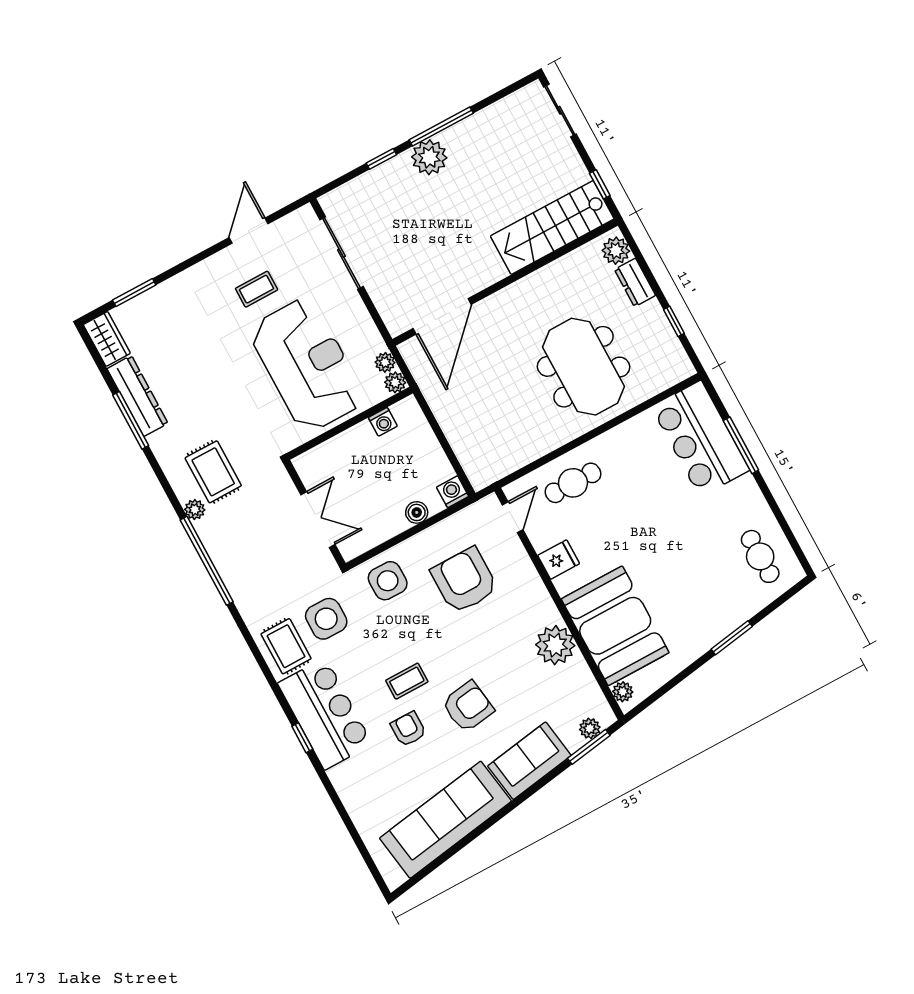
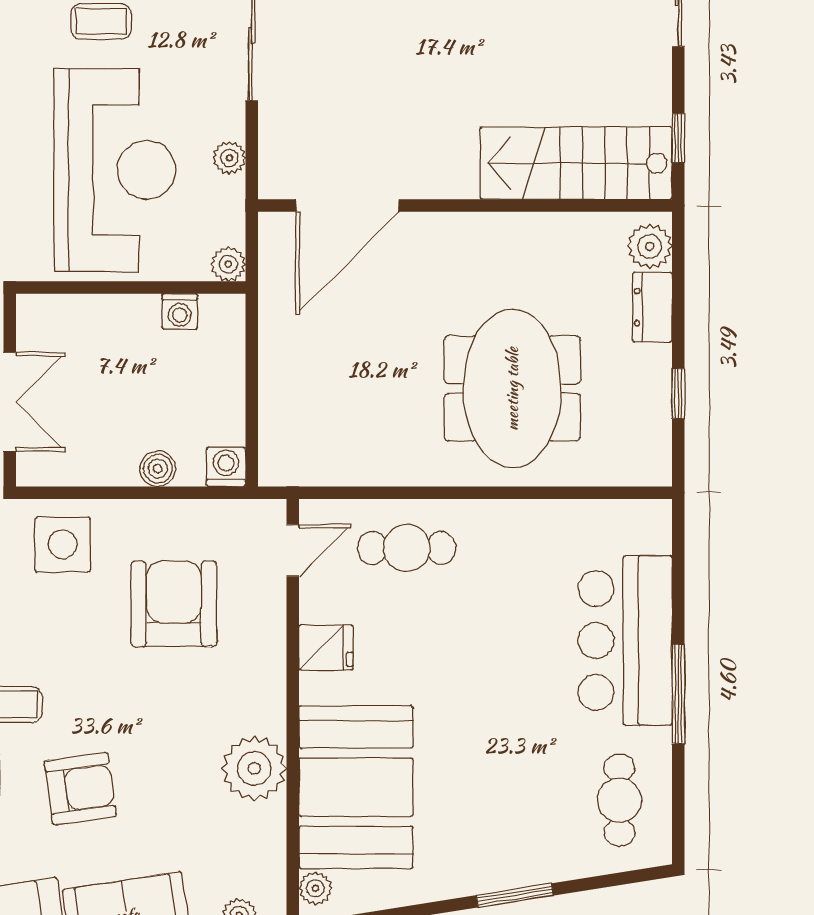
plant: (385, 362) -> (229, 158), moved
bar counter: (700, 439) -> (625, 640), moved
window: (741, 445) -> (678, 694), moved

